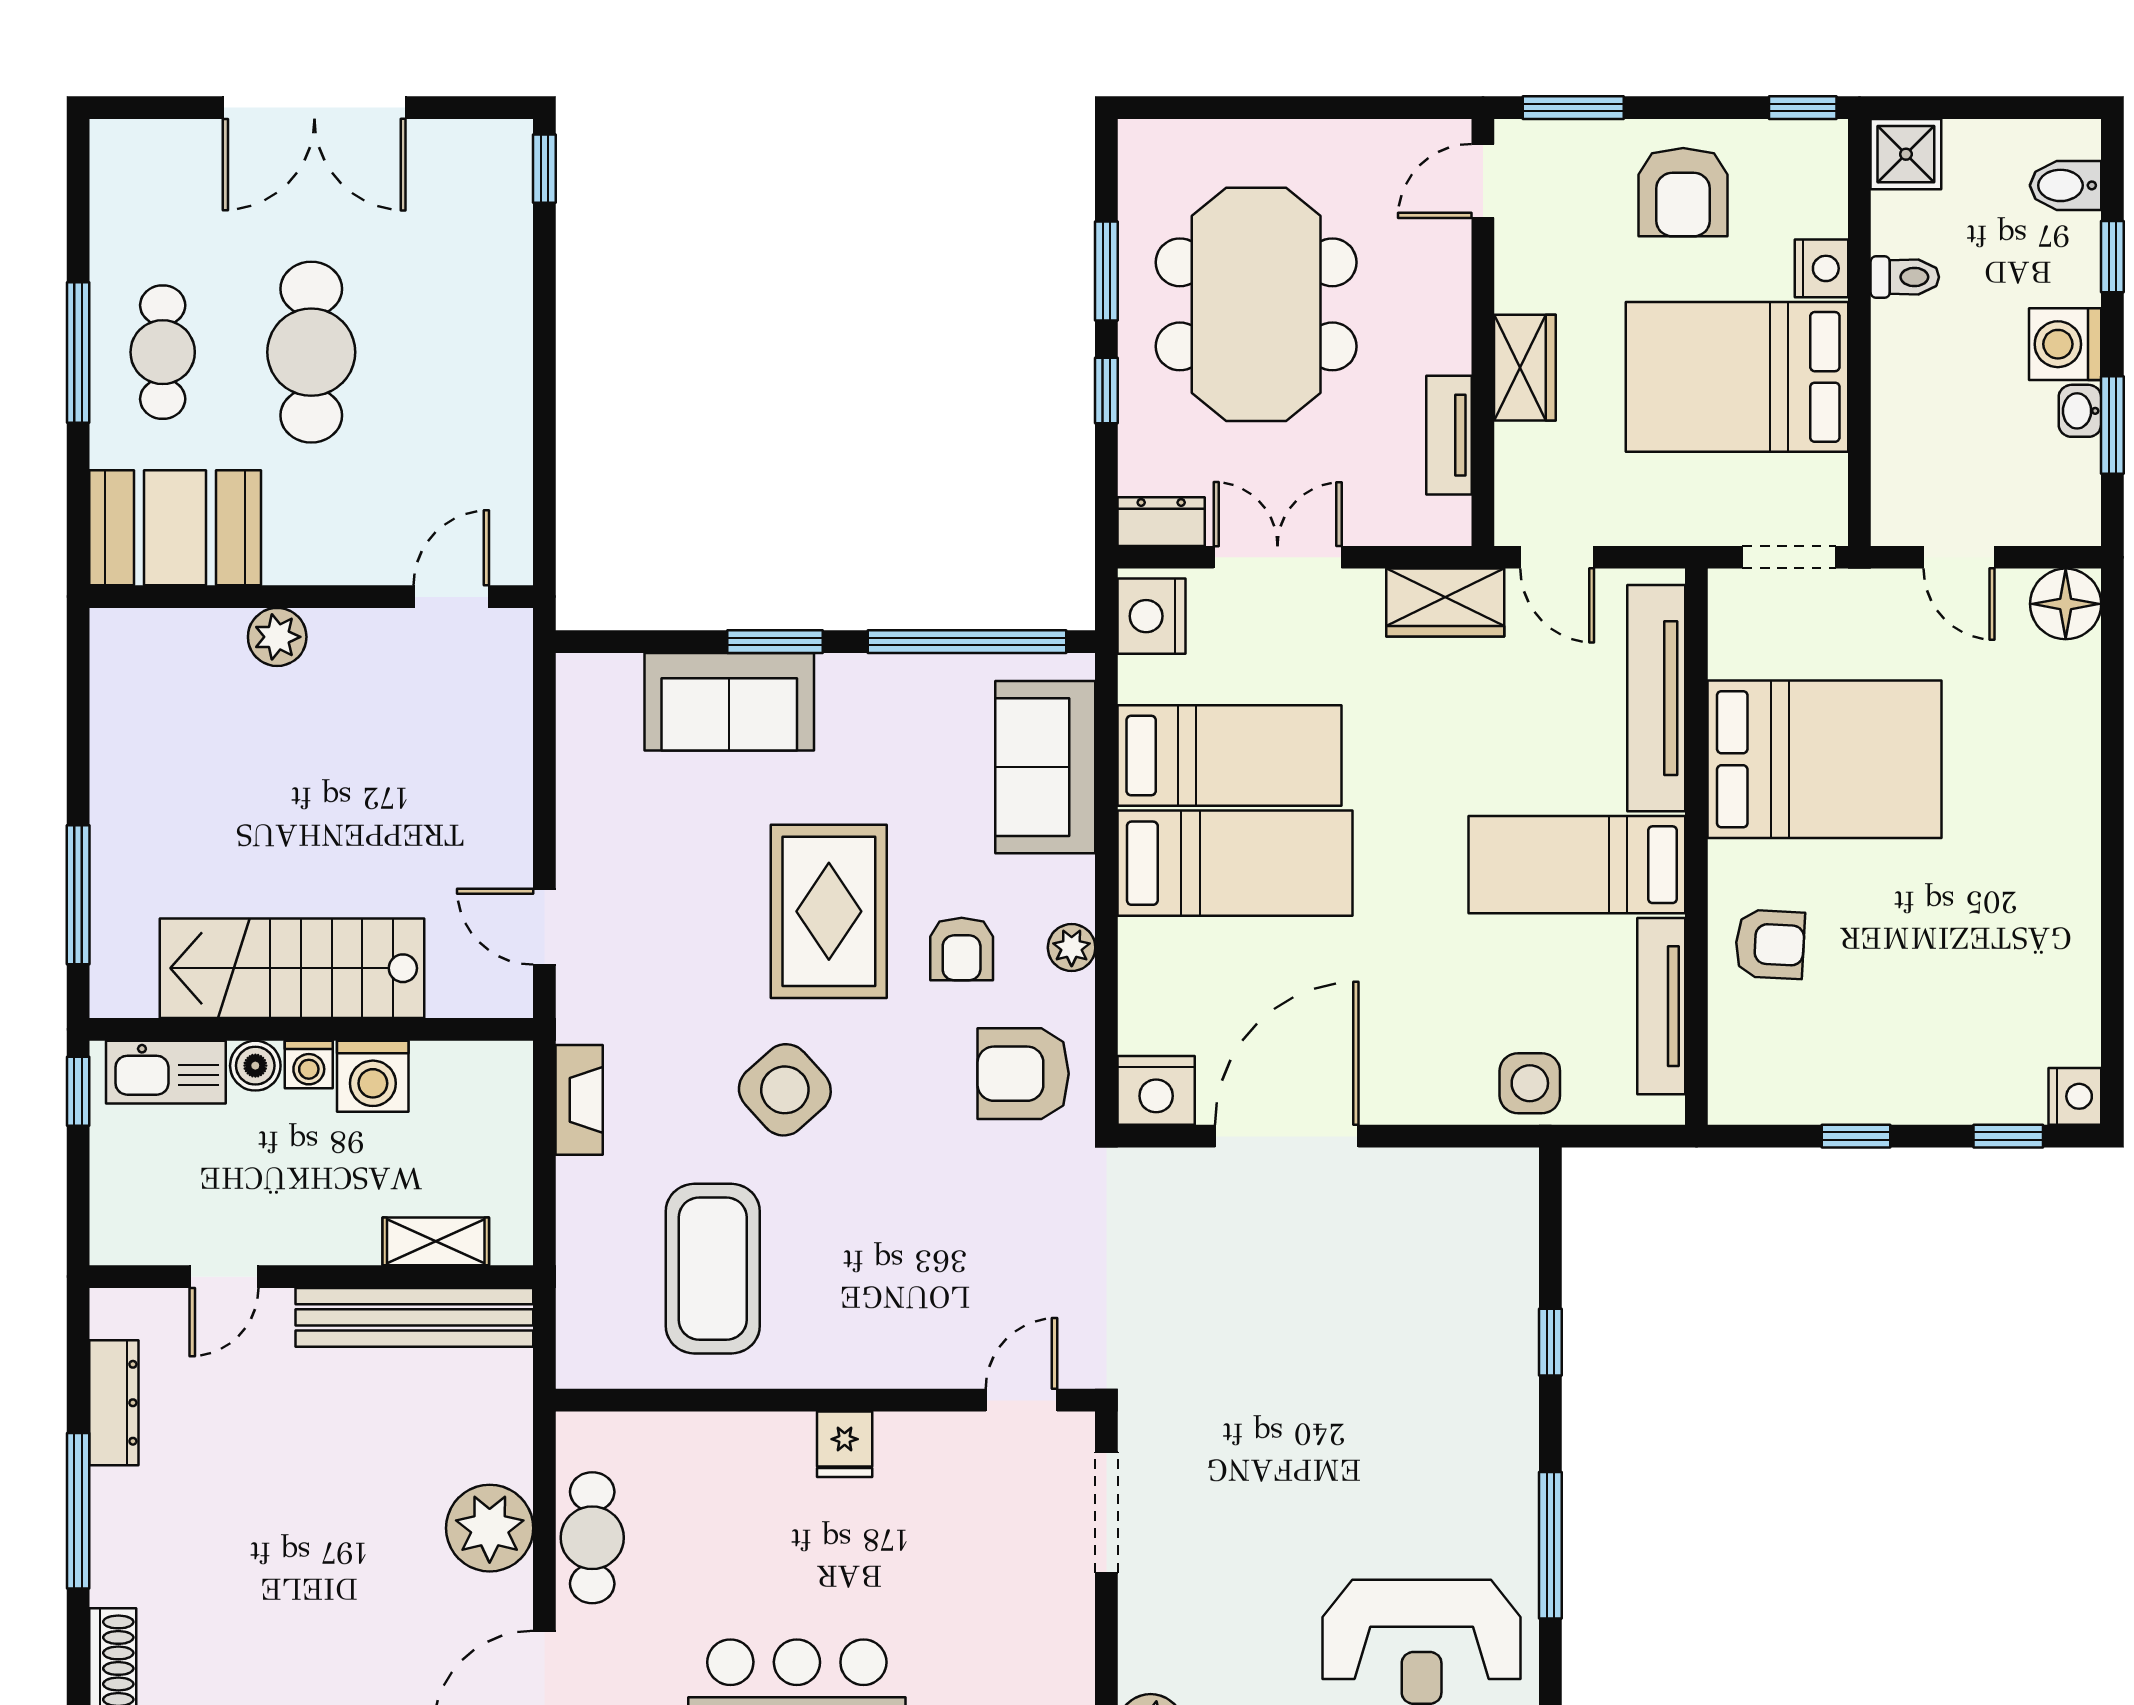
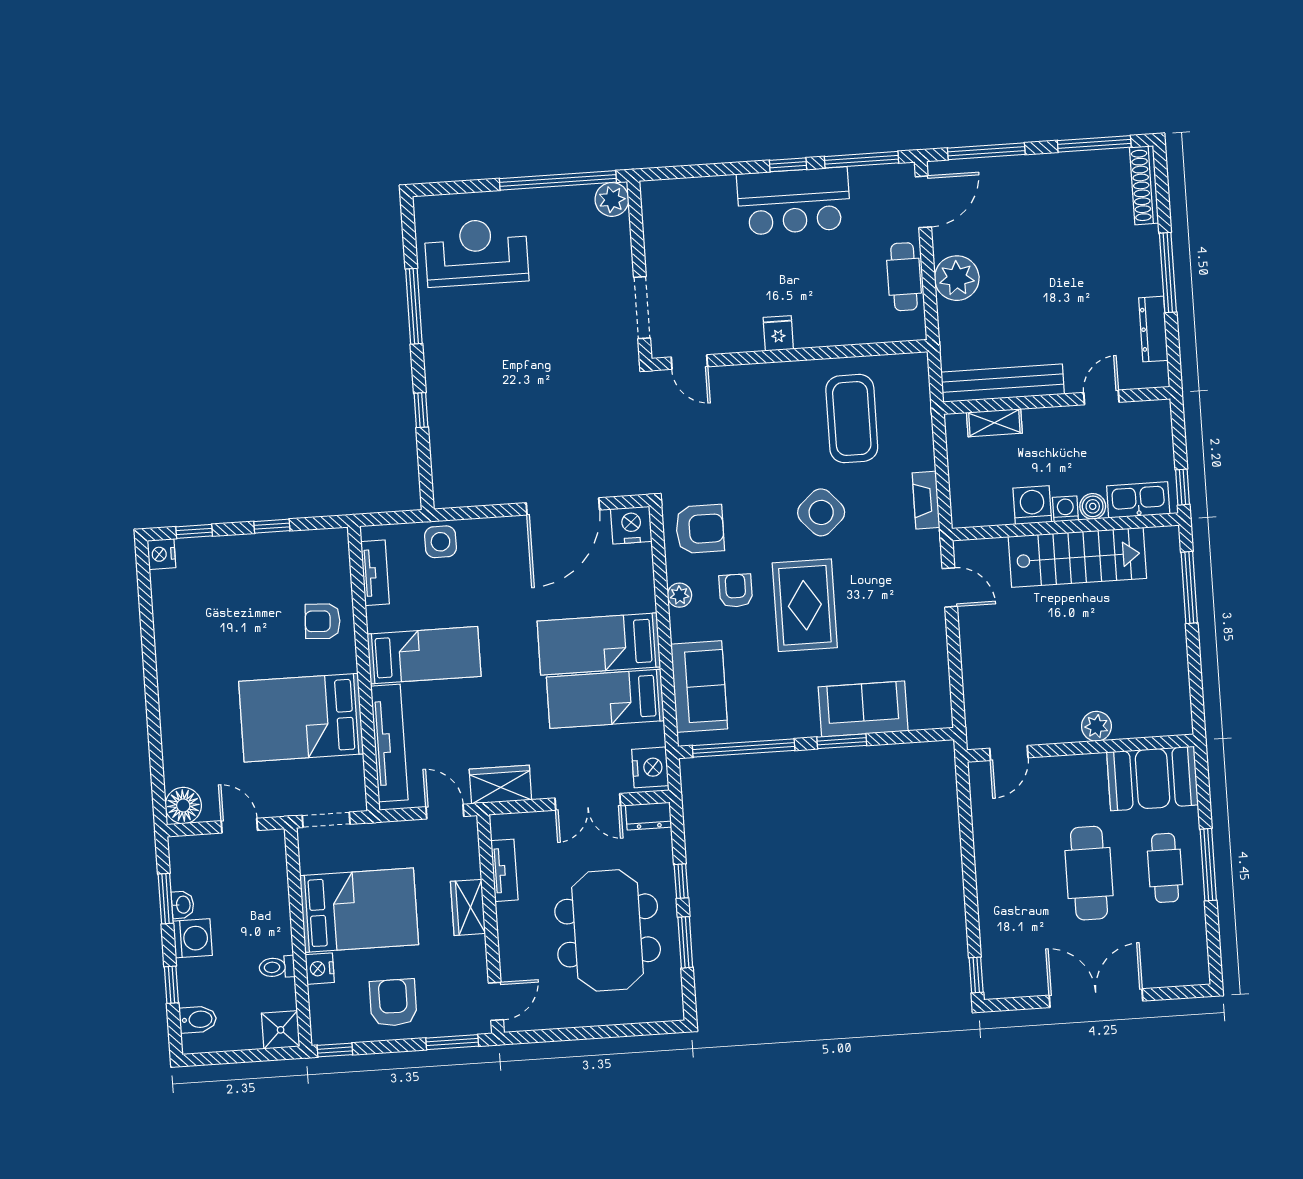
tv unit: (1661, 1006) -> (375, 573), width x0.71
door: (1021, 1400) -> (689, 362), hinge flipped

